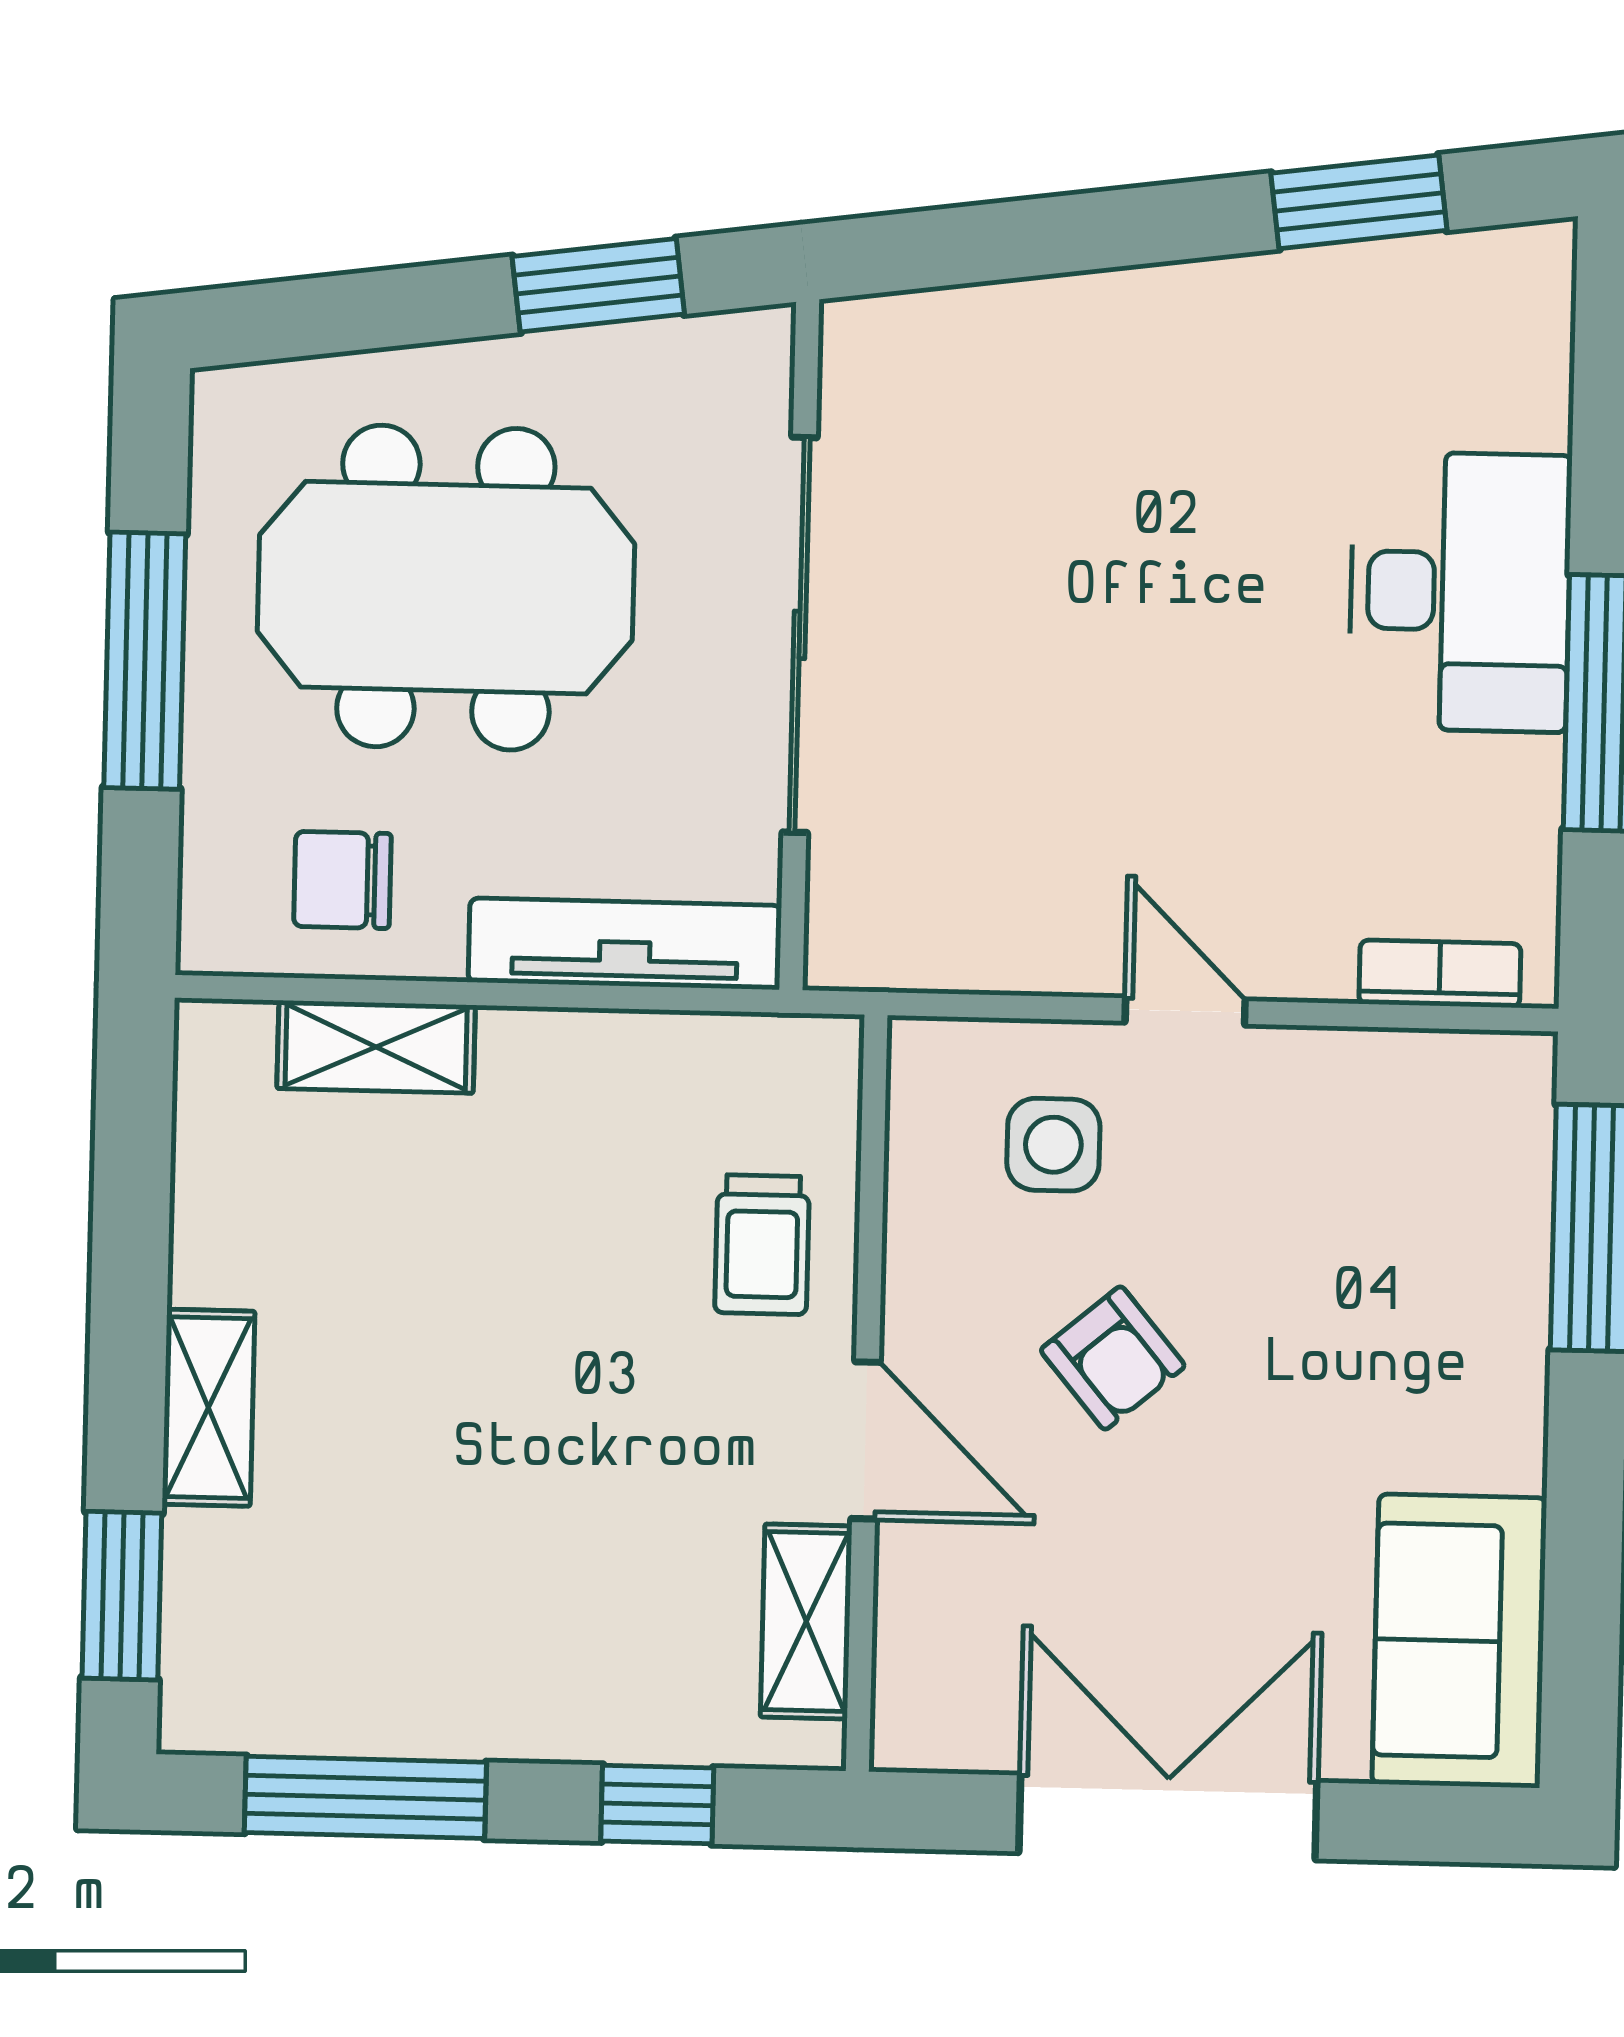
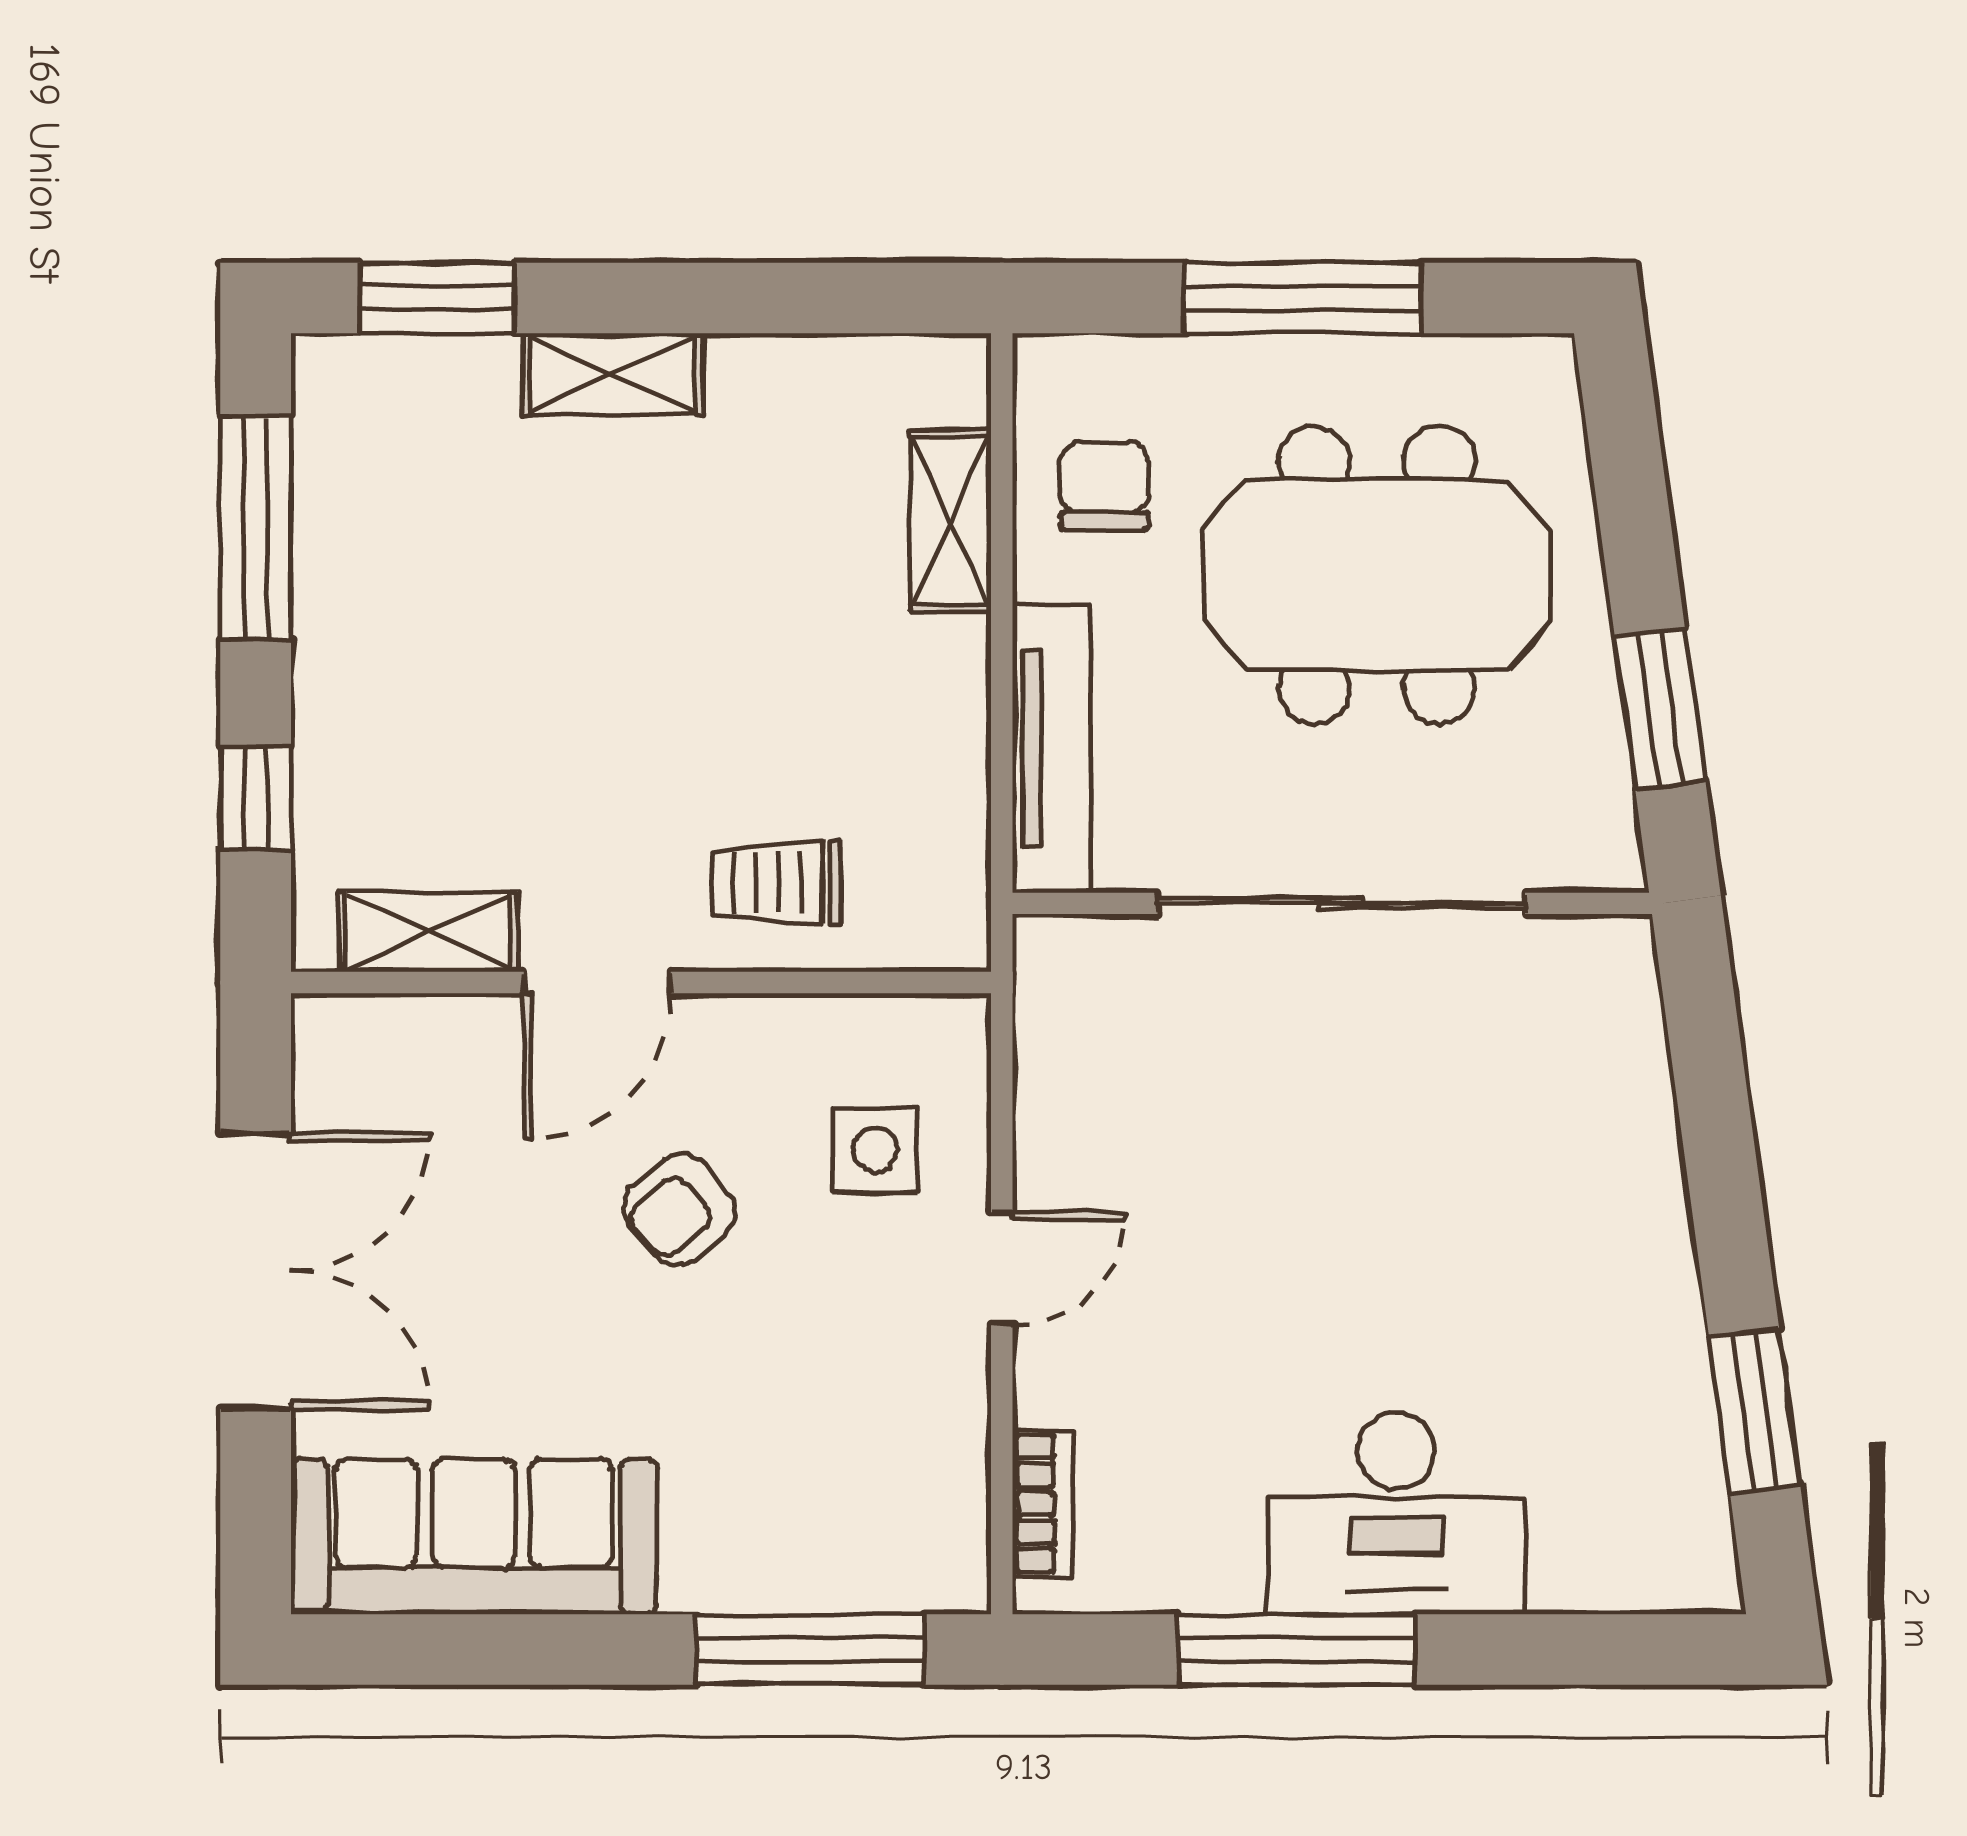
meeting table: (446, 588) -> (1377, 575), turned 90
sofa: (1459, 1641) -> (474, 1537), width x1.36

